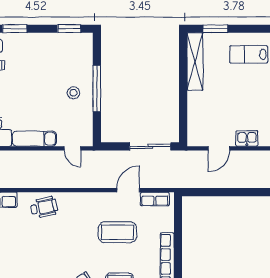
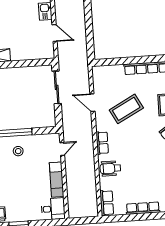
row of seats: (155, 199) -> (102, 143), moved
wheelchair: (44, 207) -> (110, 168), turned -78
coffee table: (117, 232) -> (126, 109), turned 62

